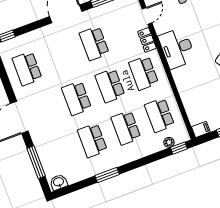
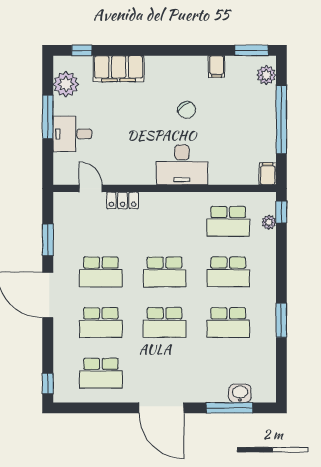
desk: (177, 48) -> (182, 165), moved
school desk: (144, 73) -> (101, 323), moved
washbasin: (59, 182) -> (240, 393), moved, turned 90

